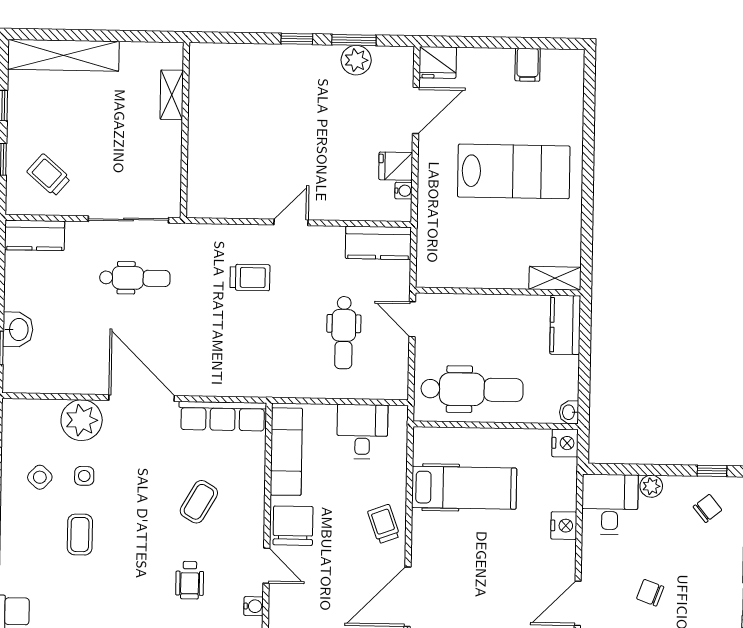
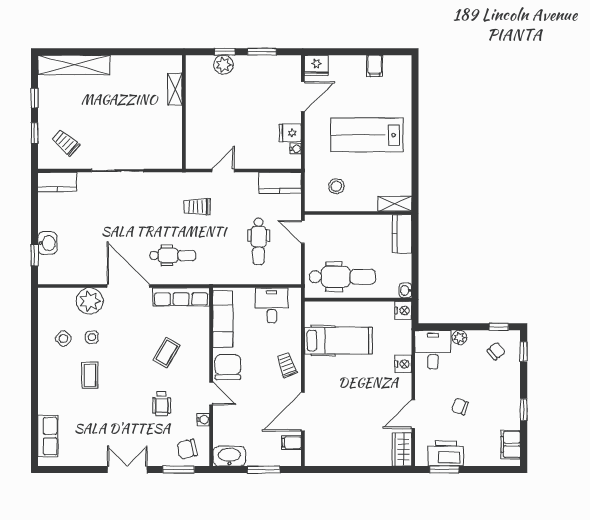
plant: (356, 60) -> (223, 65), moved
shelving: (172, 95) -> (175, 89), moved
wall: (185, 130) -> (184, 112), moved
lab bench: (514, 171) -> (367, 135), turned 180
stool: (465, 250) -> (336, 186), added
trolley: (250, 277) -> (197, 207), turned 180
dental chair: (135, 278) -> (173, 256), moved

